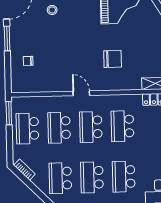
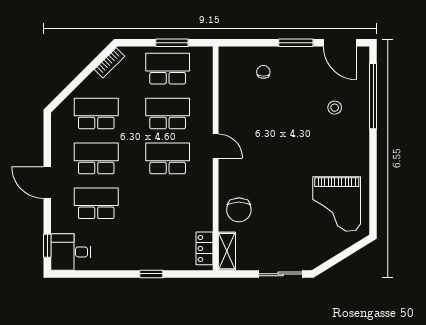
chair: (113, 59) -> (239, 210), moved
door: (81, 93) -> (216, 146), hinge flipped
window: (9, 113) -> (172, 43), moved
school desk: (122, 126) -> (168, 203), removed

